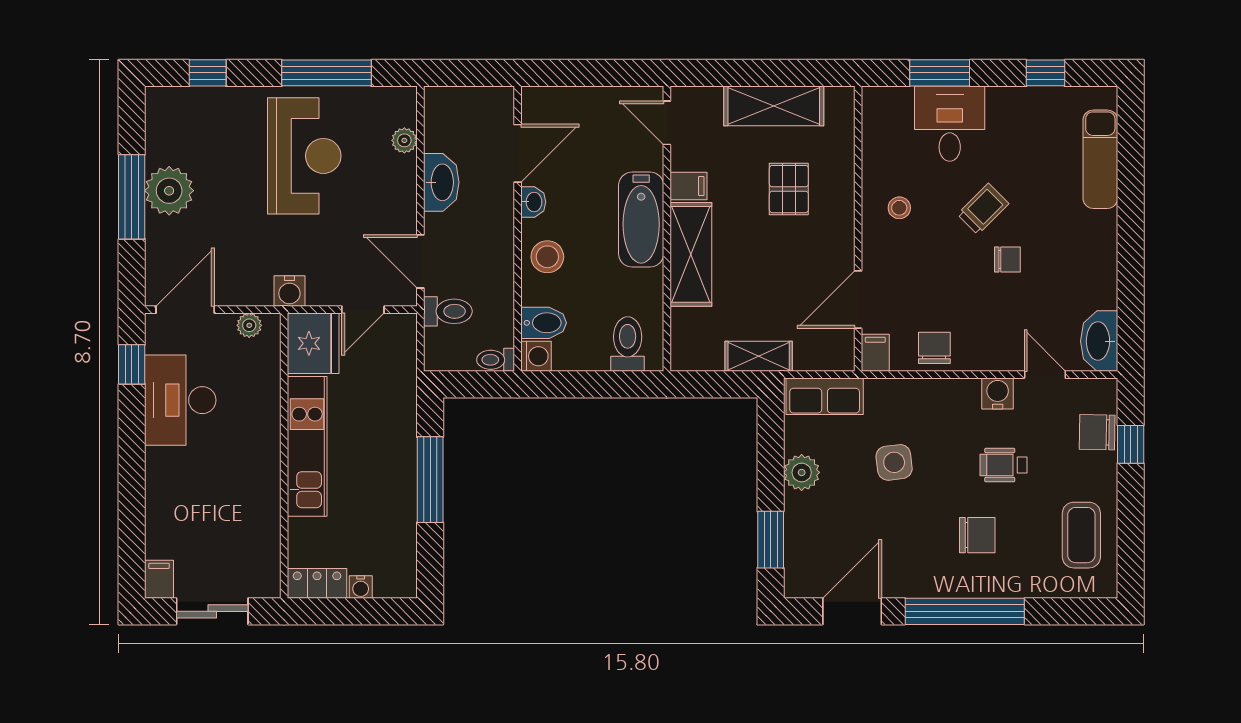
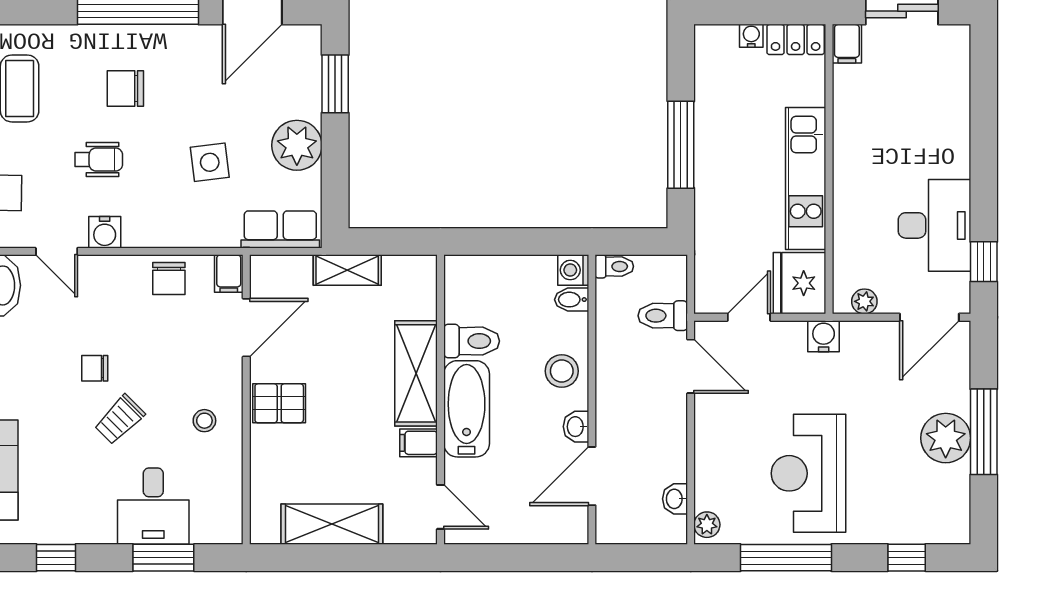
plant: (404, 140) -> (707, 525), moved
washbasin: (441, 182) -> (675, 499), moved, width x0.52, depth x0.69
pallet: (789, 189) -> (279, 403), moved, turned 90
bidet: (544, 323) -> (572, 300), width x0.72, depth x0.74
toilet: (628, 344) -> (472, 341), moved, turned -90
plant: (802, 472) -> (297, 145), width x1.36, depth x1.36
filing cabinet: (159, 579) -> (847, 44), moved

